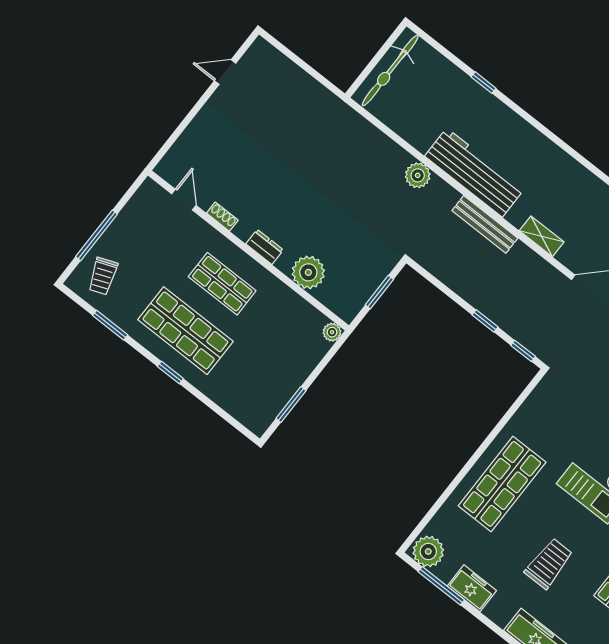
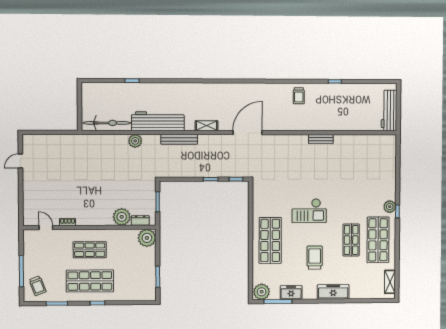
bicycle: (390, 70) -> (107, 123), moved, turned -90
dresser: (265, 247) -> (140, 220), moved
plant: (332, 332) -> (147, 238), width x1.88, depth x1.88

